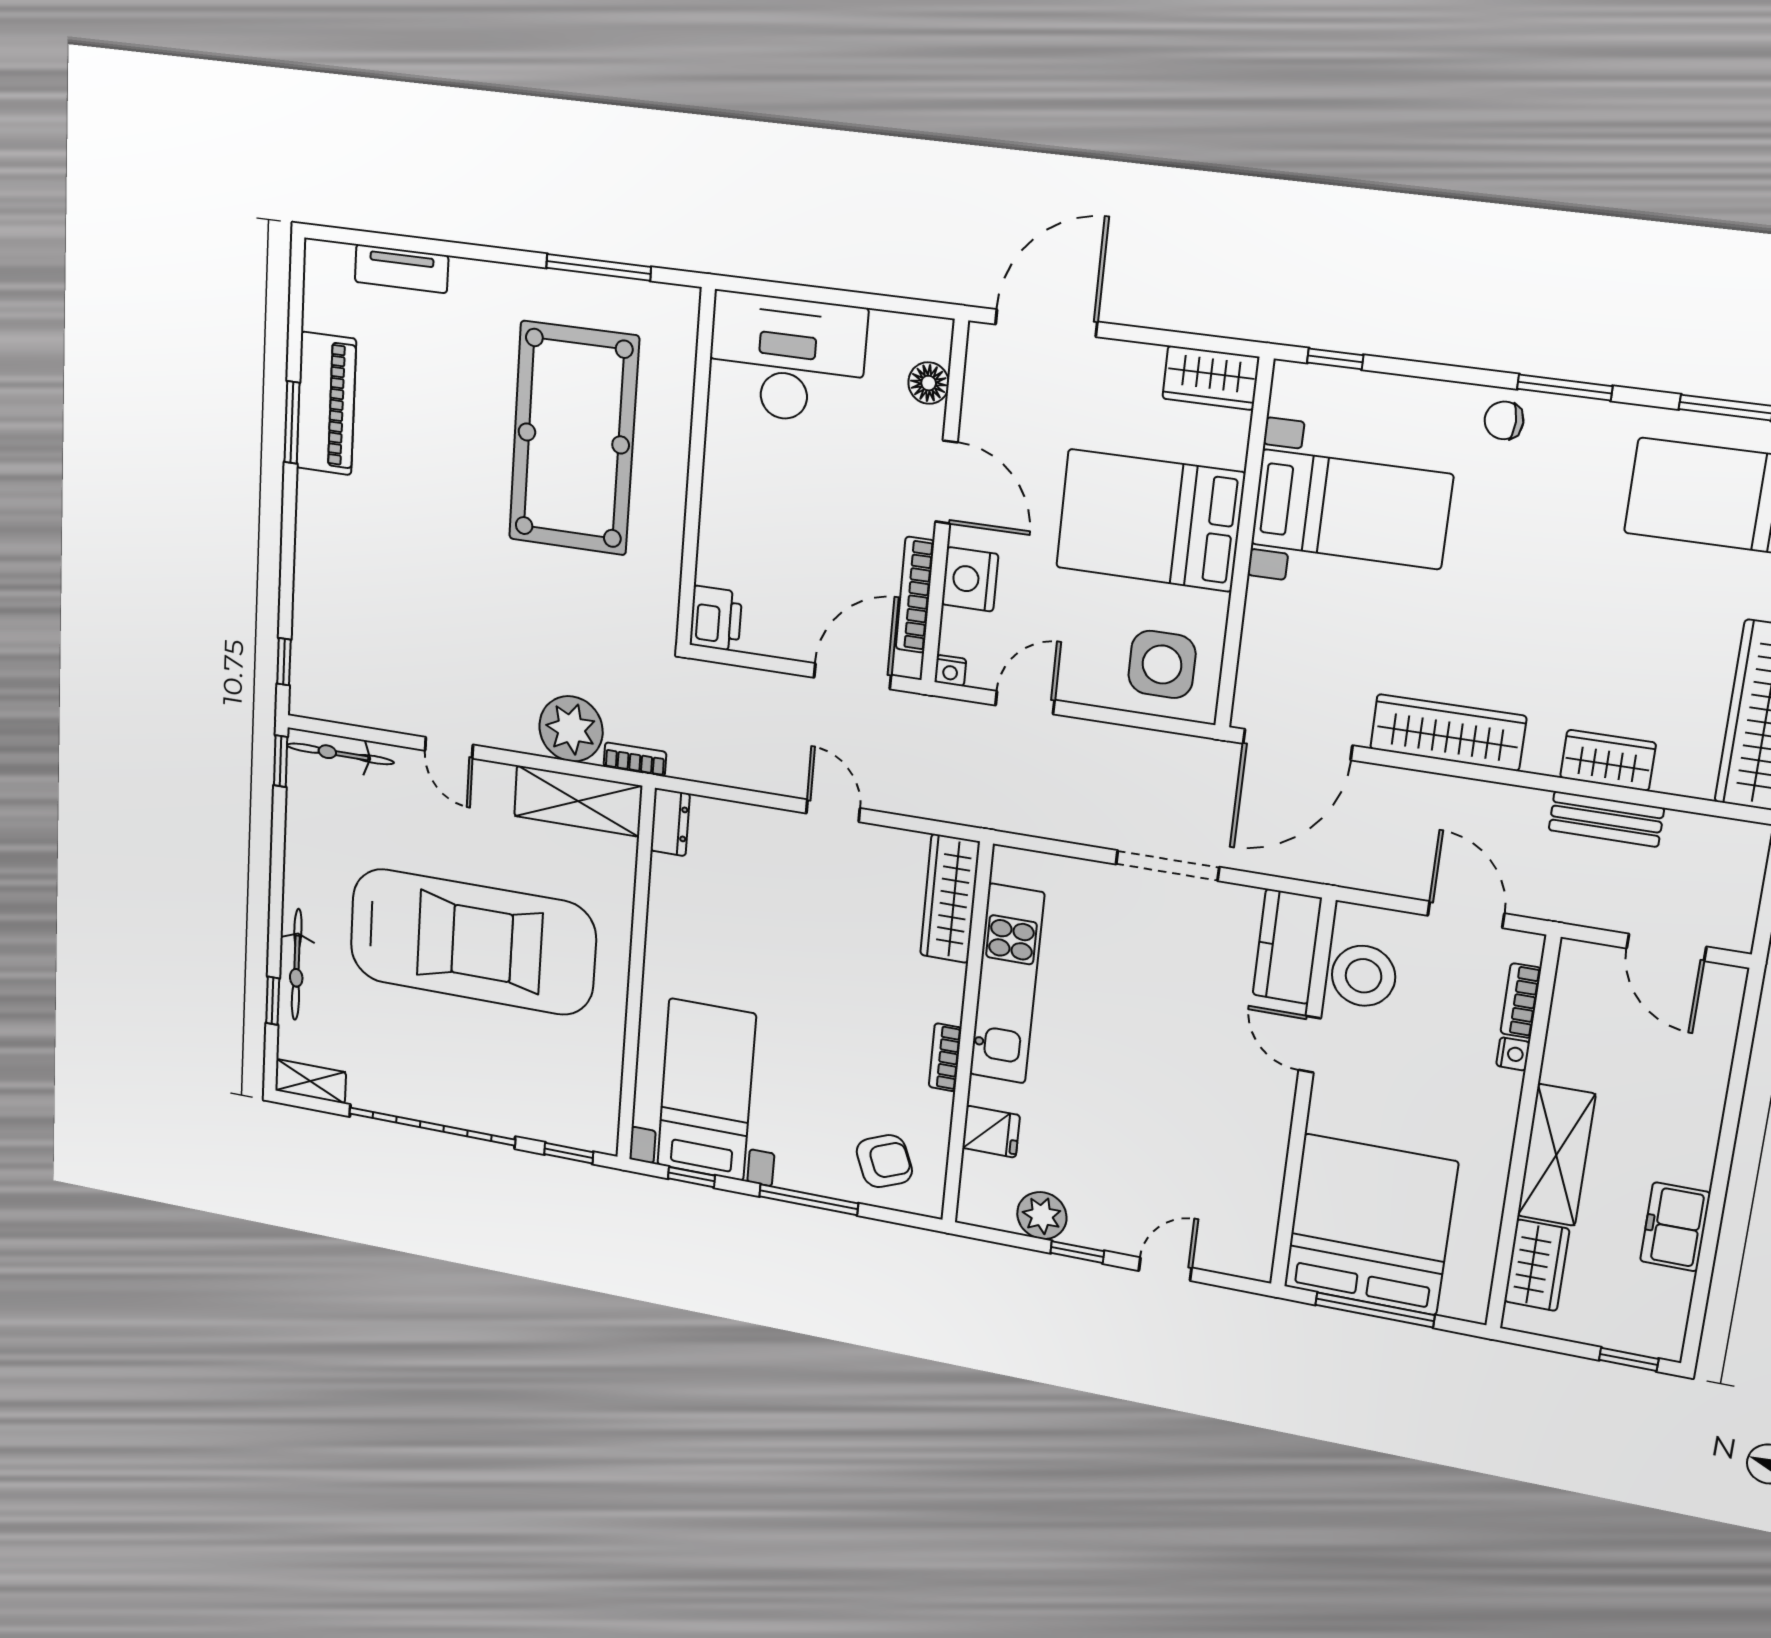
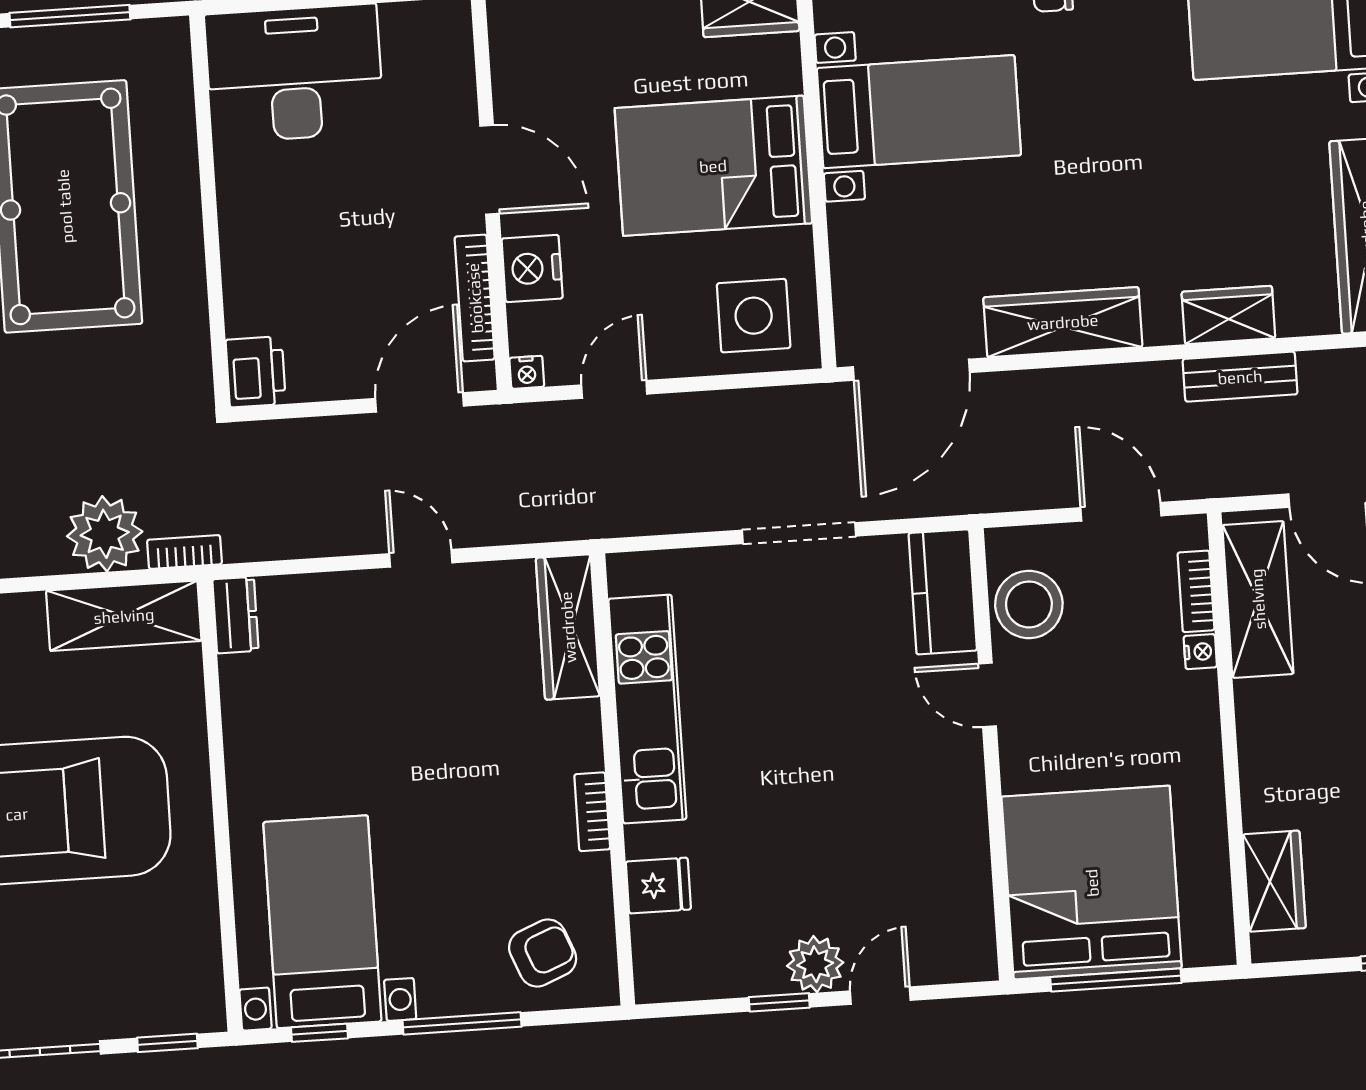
floor lamp: (929, 383) -> (453, 69), removed
shelving: (1556, 1155) -> (1258, 599), moved
plant: (1042, 1216) -> (815, 964), moved

